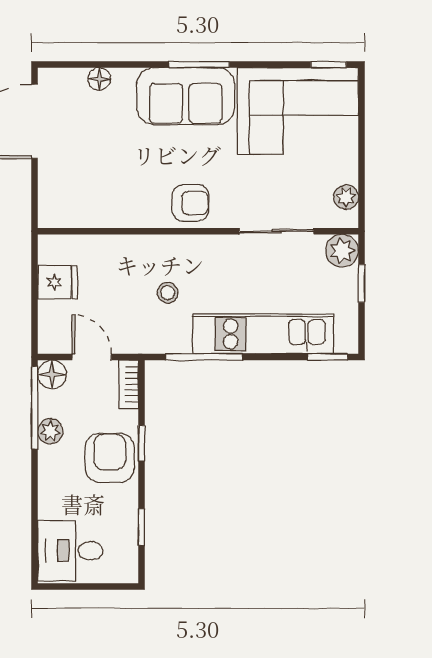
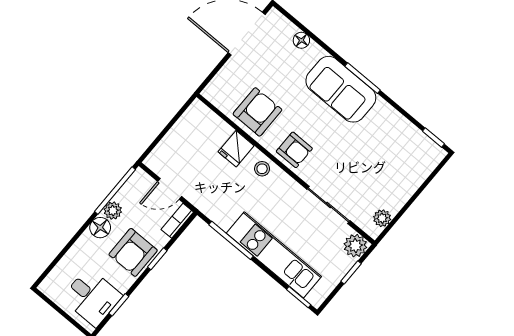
corner sofa: (298, 111) -> (395, 149), removed
armchair: (117, 195) -> (257, 112), added
fridge: (57, 282) -> (236, 149), moved, turned 90
stool: (168, 293) -> (262, 169), moved
door: (92, 357) -> (170, 189), swing flipped
floor lamp: (52, 374) -> (100, 228), moved
armchair: (110, 458) -> (133, 252), turned 180
desk: (70, 551) -> (92, 297), moved, turned 180

